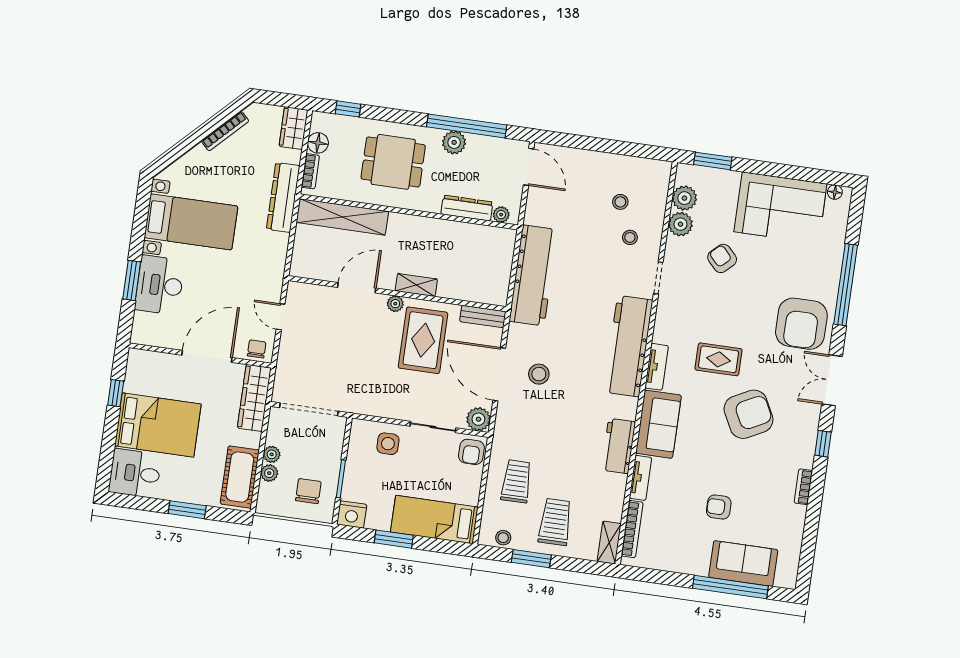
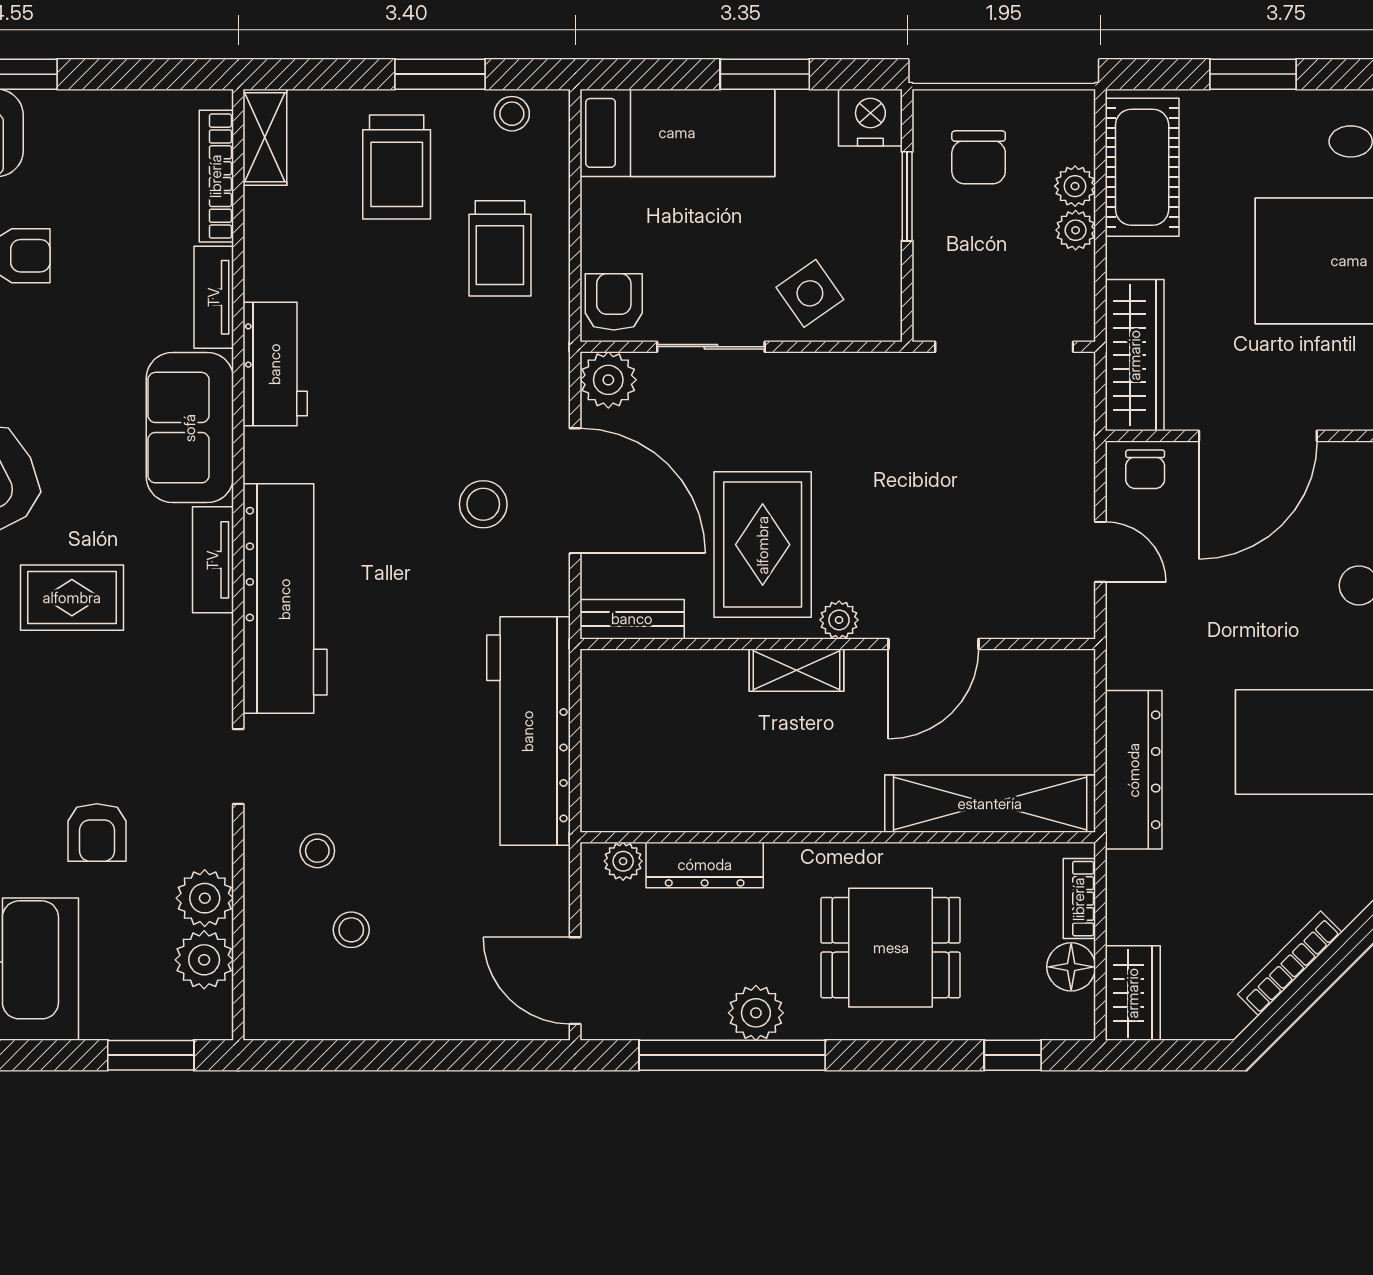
dresser: (283, 197) -> (1134, 770), moved
armchair: (722, 258) -> (97, 833), turned 43
side table: (388, 444) -> (810, 293), turned -35

